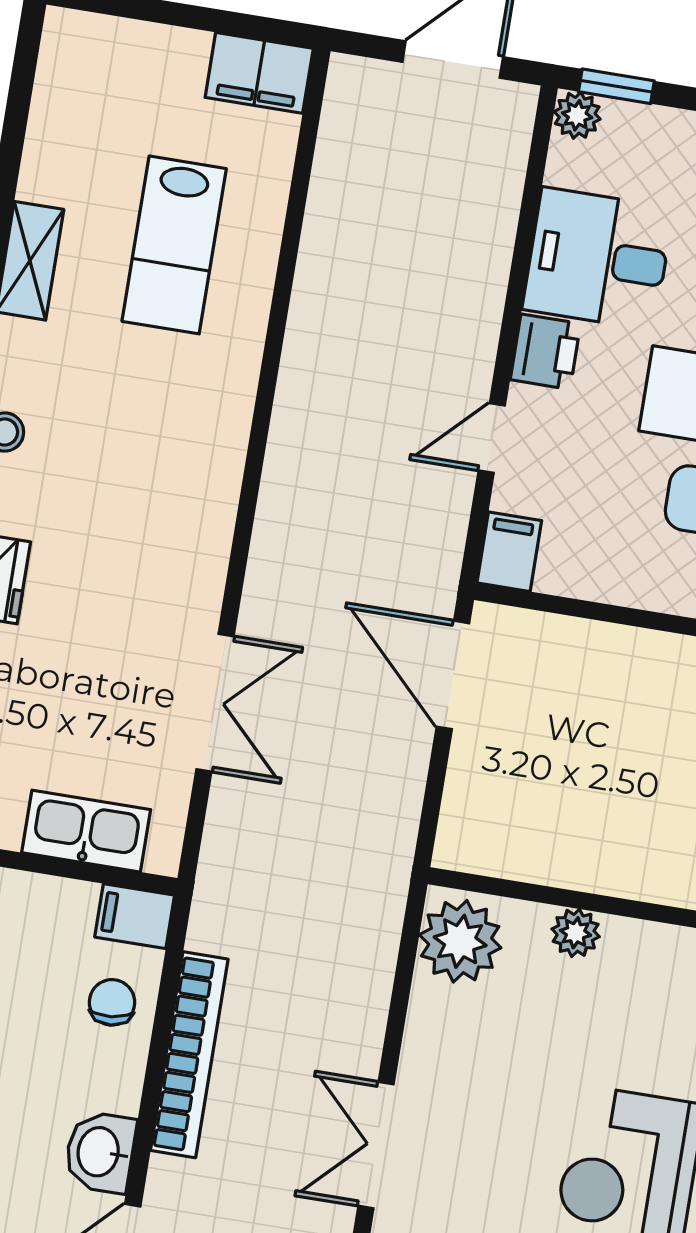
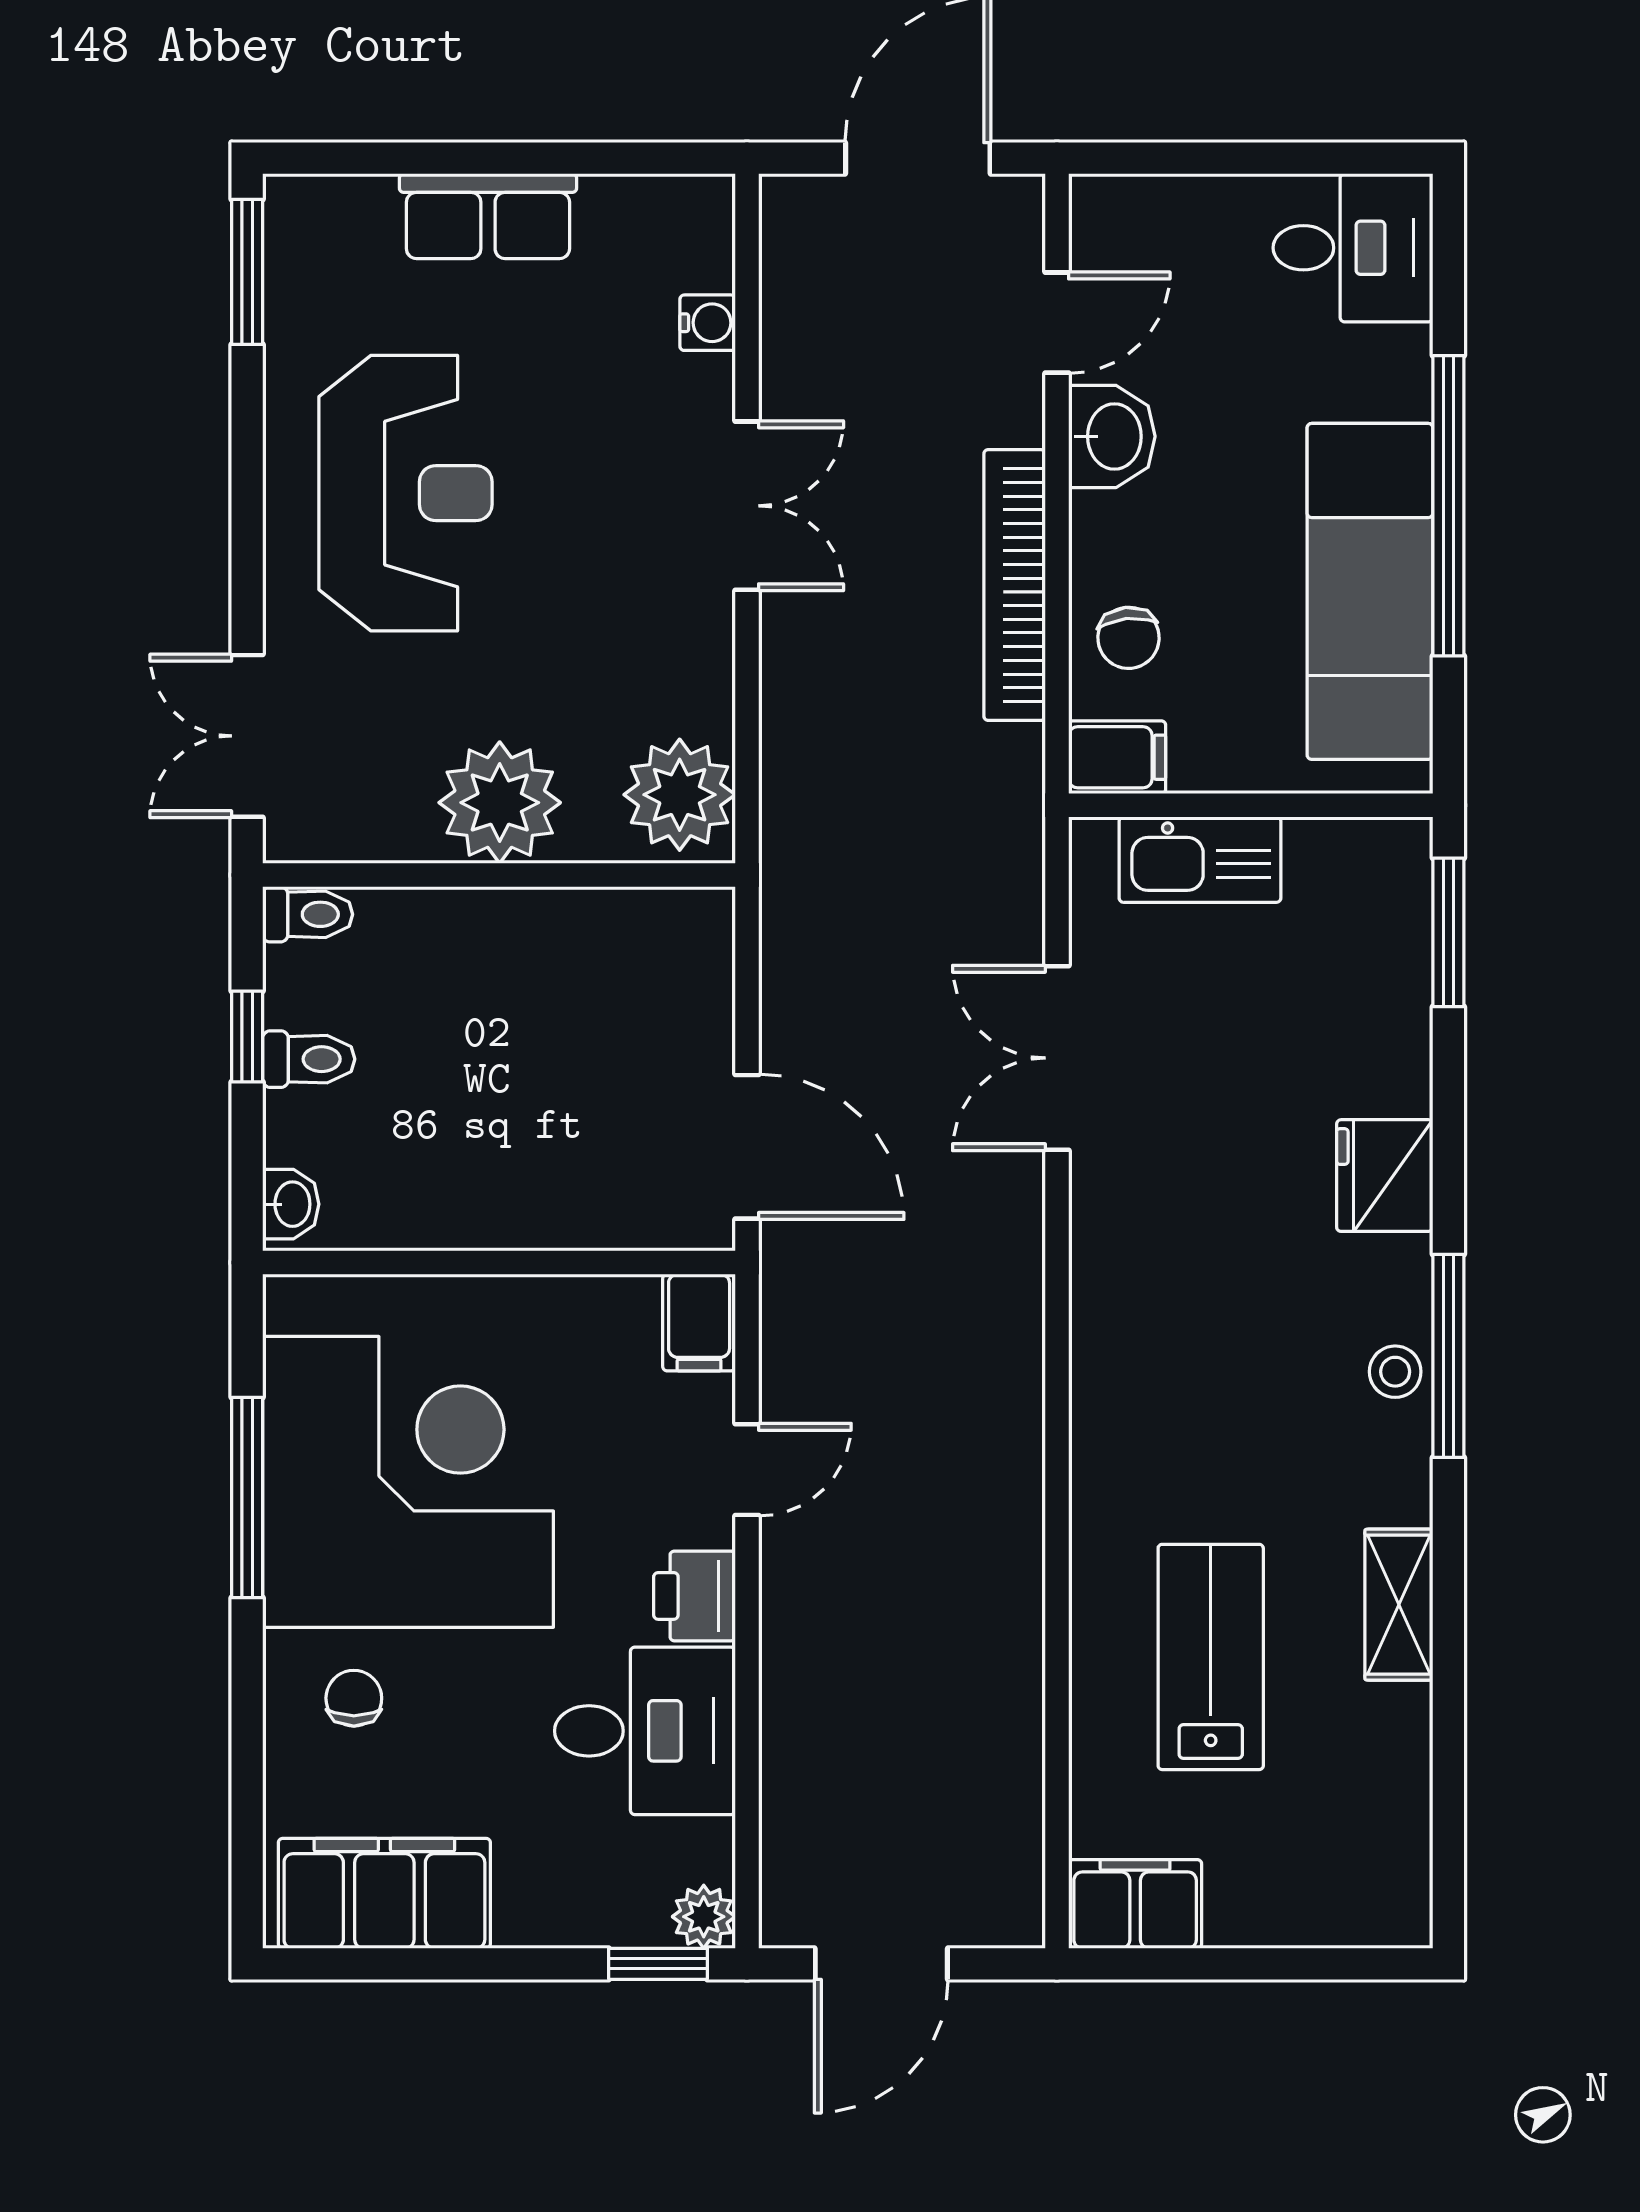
plant: (576, 933) -> (500, 803), width x1.88, depth x1.88

